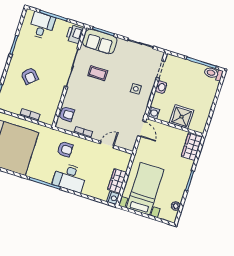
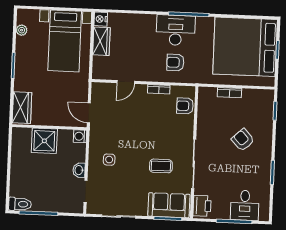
desk: (70, 178) -> (176, 30), moved

